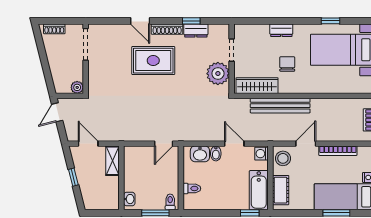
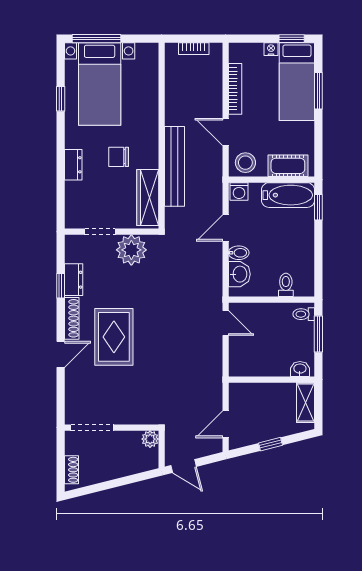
shelving: (113, 161) -> (305, 403), moved, turned 90

